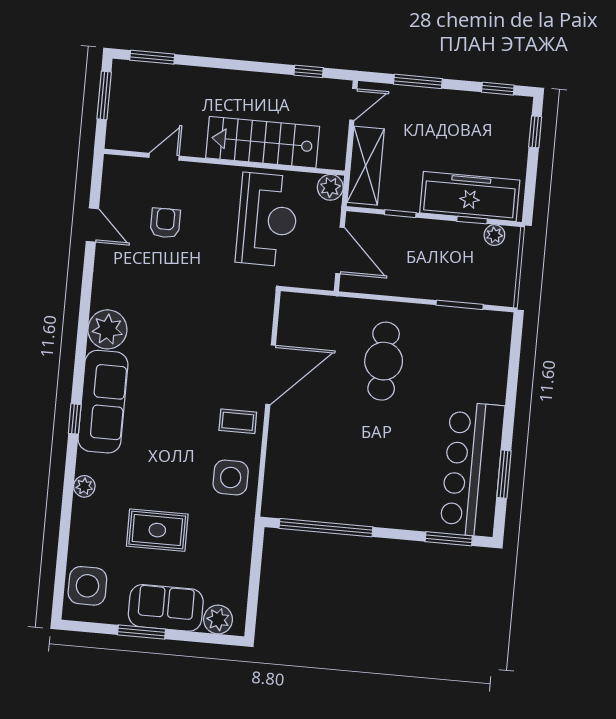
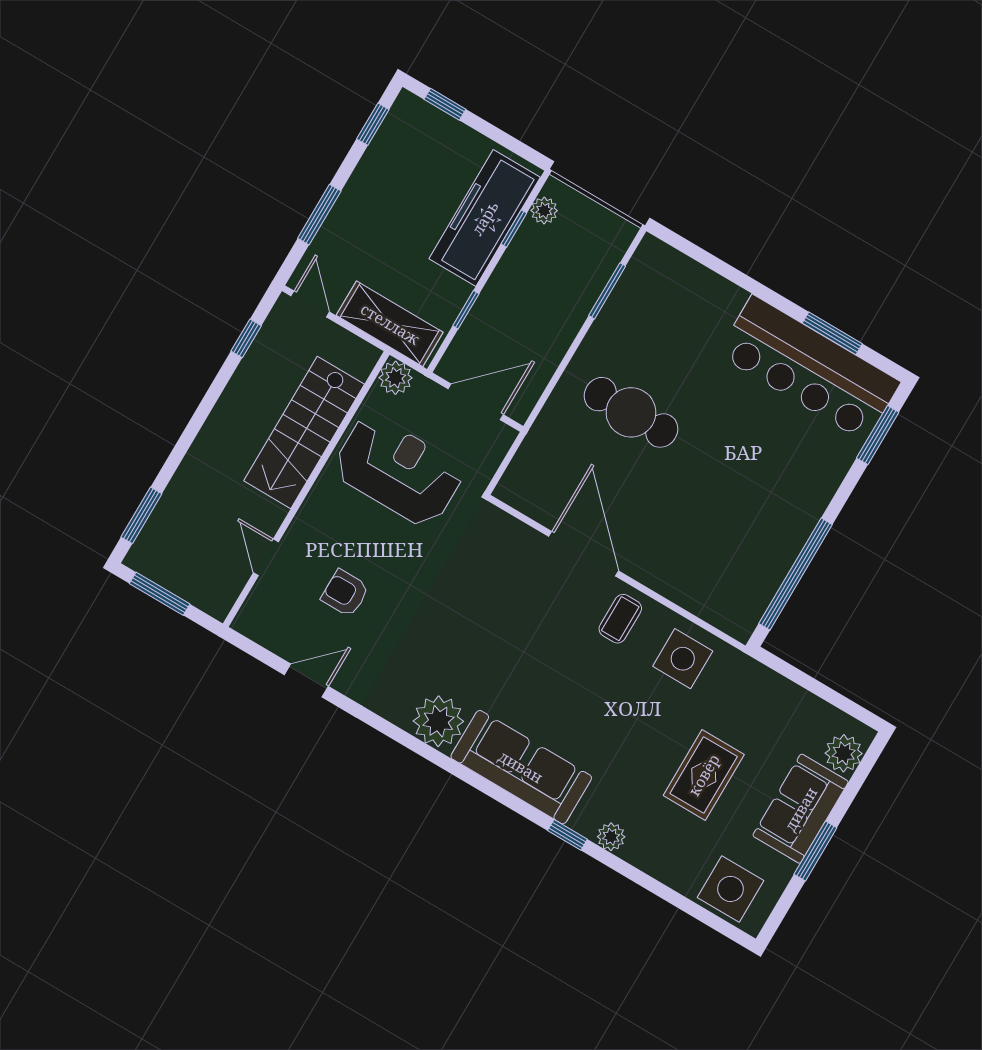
window: (75, 419) -> (567, 835), moved

